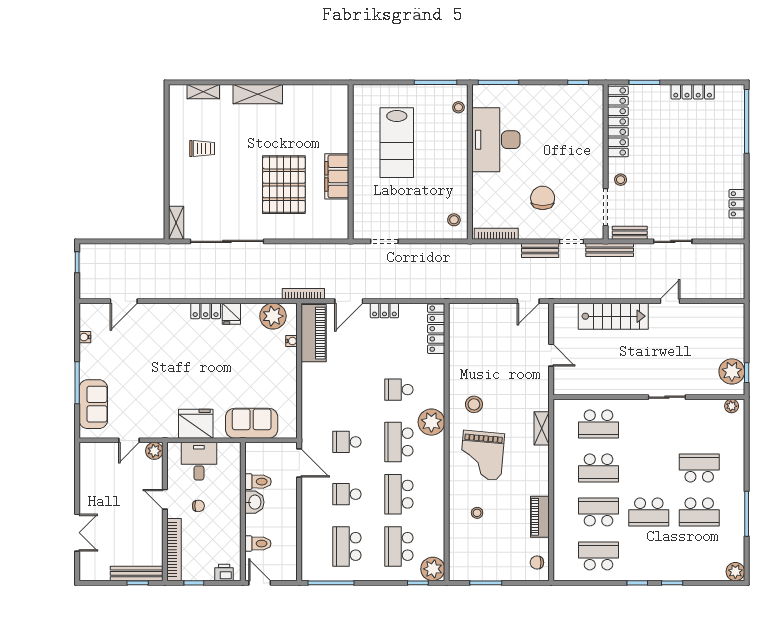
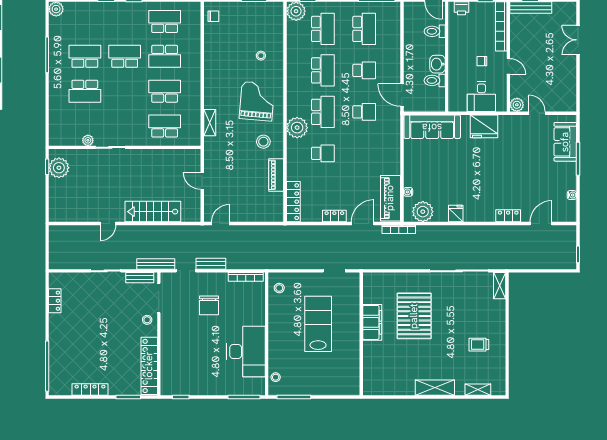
lab bench: (397, 143) -> (318, 324), moved
locker: (206, 311) -> (508, 216), moved
plant: (732, 406) -> (88, 140), moved
sofa: (252, 423) -> (432, 127), width x1.36
door: (129, 440) -> (537, 113), hinge flipped
piano: (540, 517) -> (276, 175), moved, turned 180
school desk: (598, 556) -> (165, 21), turned 180

